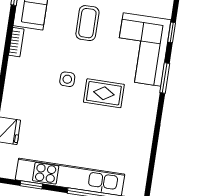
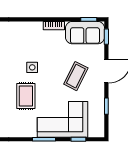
coffee table: (87, 23) -> (76, 76), turned -63

